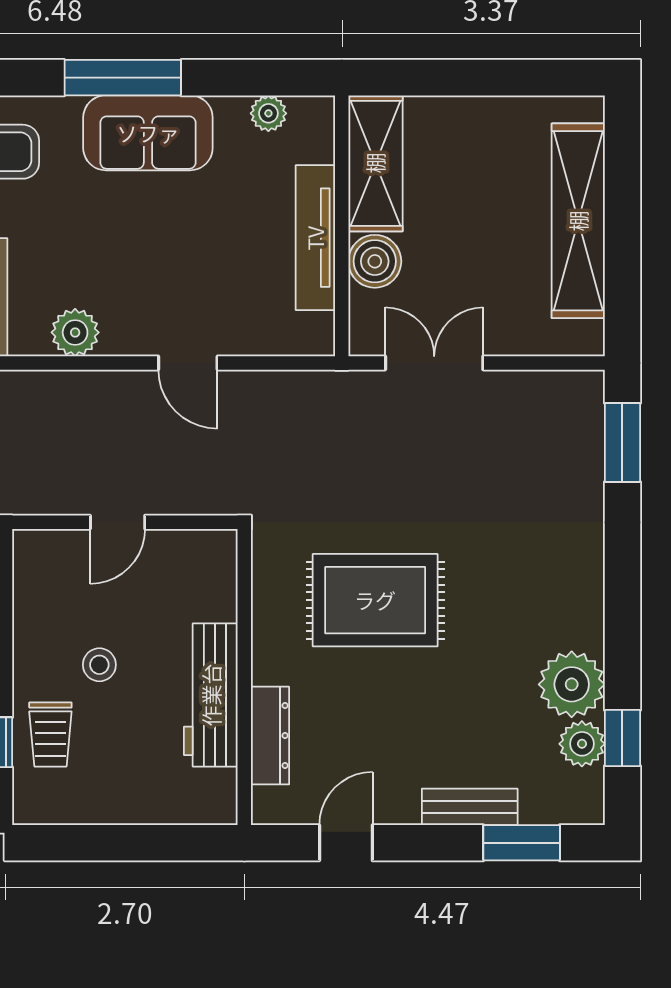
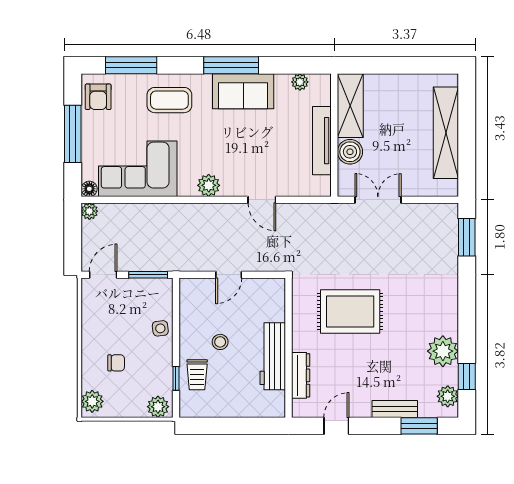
plant: (582, 744) -> (448, 396), moved

